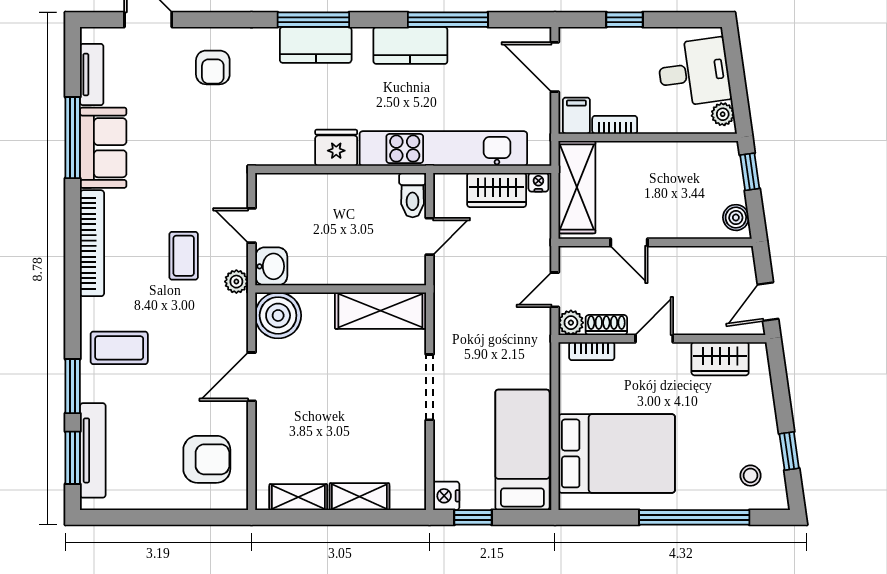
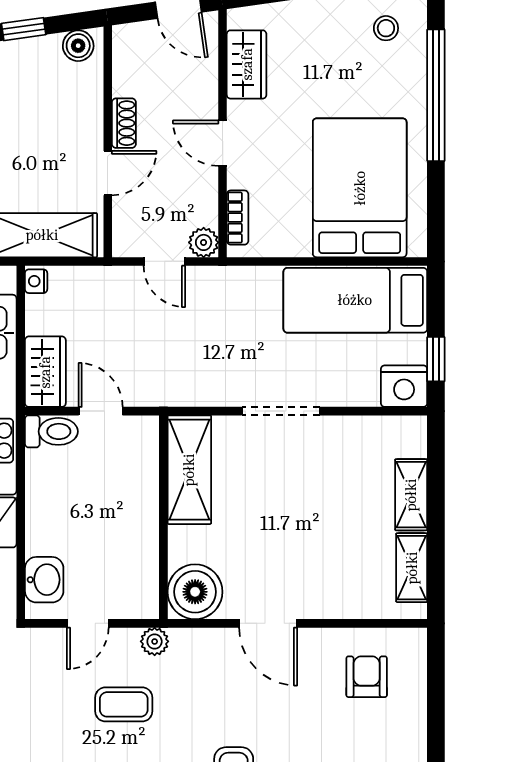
wardrobe: (497, 190) -> (45, 372), moved
washbasin: (271, 266) -> (44, 580), moved, turned 90
shoe rack: (606, 325) -> (124, 123), moved, turned 180
armchair: (207, 459) -> (367, 677), width x0.72, depth x0.72
nightstand: (446, 496) -> (404, 386), width x1.36, depth x1.33

